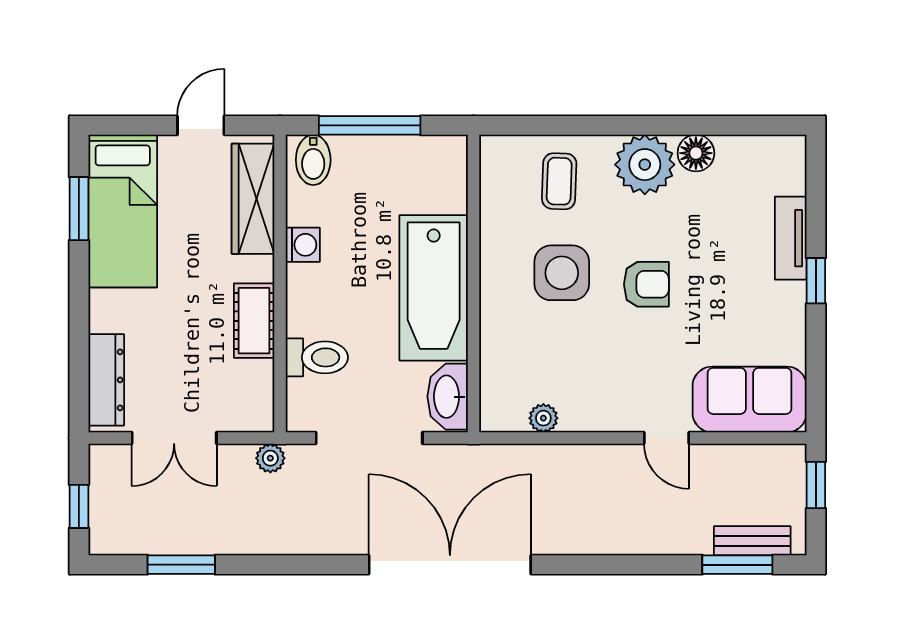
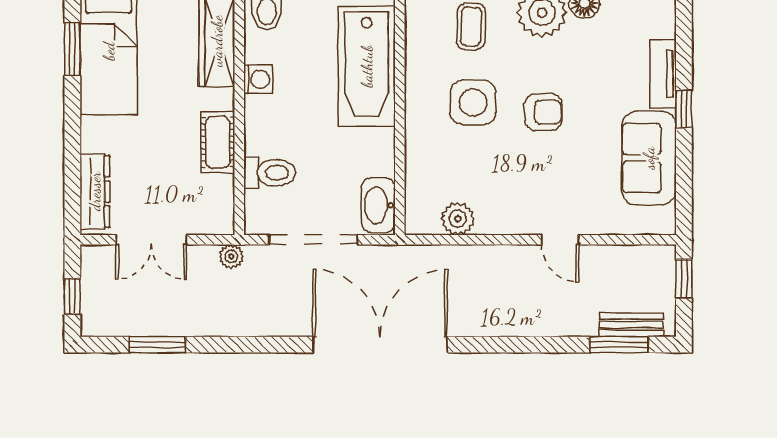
bathtub: (434, 288) -> (367, 66), moved
sofa: (750, 399) -> (649, 158), moved, turned -90
plant: (543, 418) -> (458, 219), width x1.38, depth x1.38

